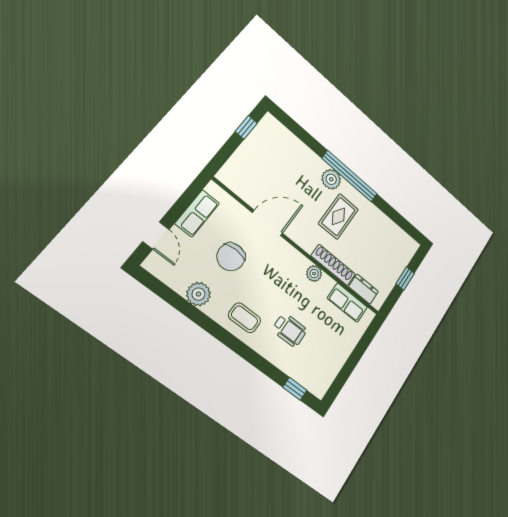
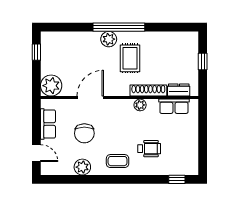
plant: (235, 175) -> (51, 86), added

